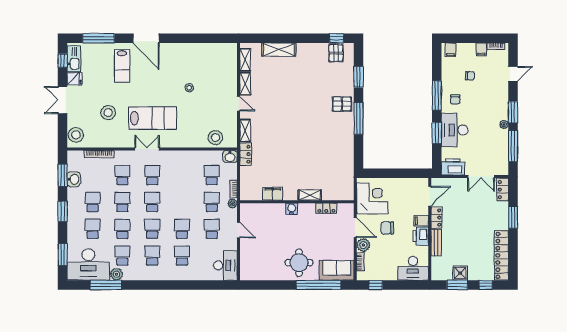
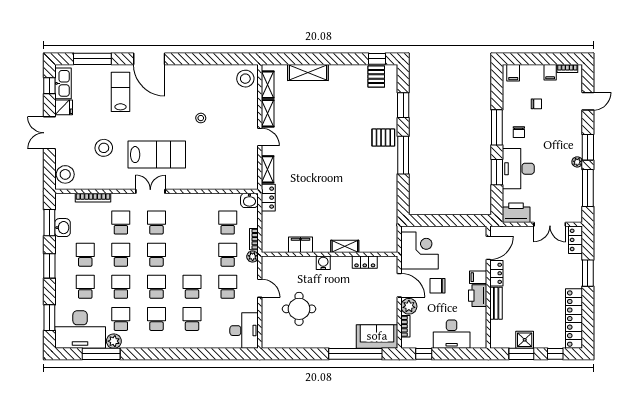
lab bench: (122, 66) -> (120, 92), turned 180
stool: (215, 138) -> (245, 79), moved
round table: (299, 263) -> (299, 309), moved
desk: (413, 268) -> (452, 334), moved

